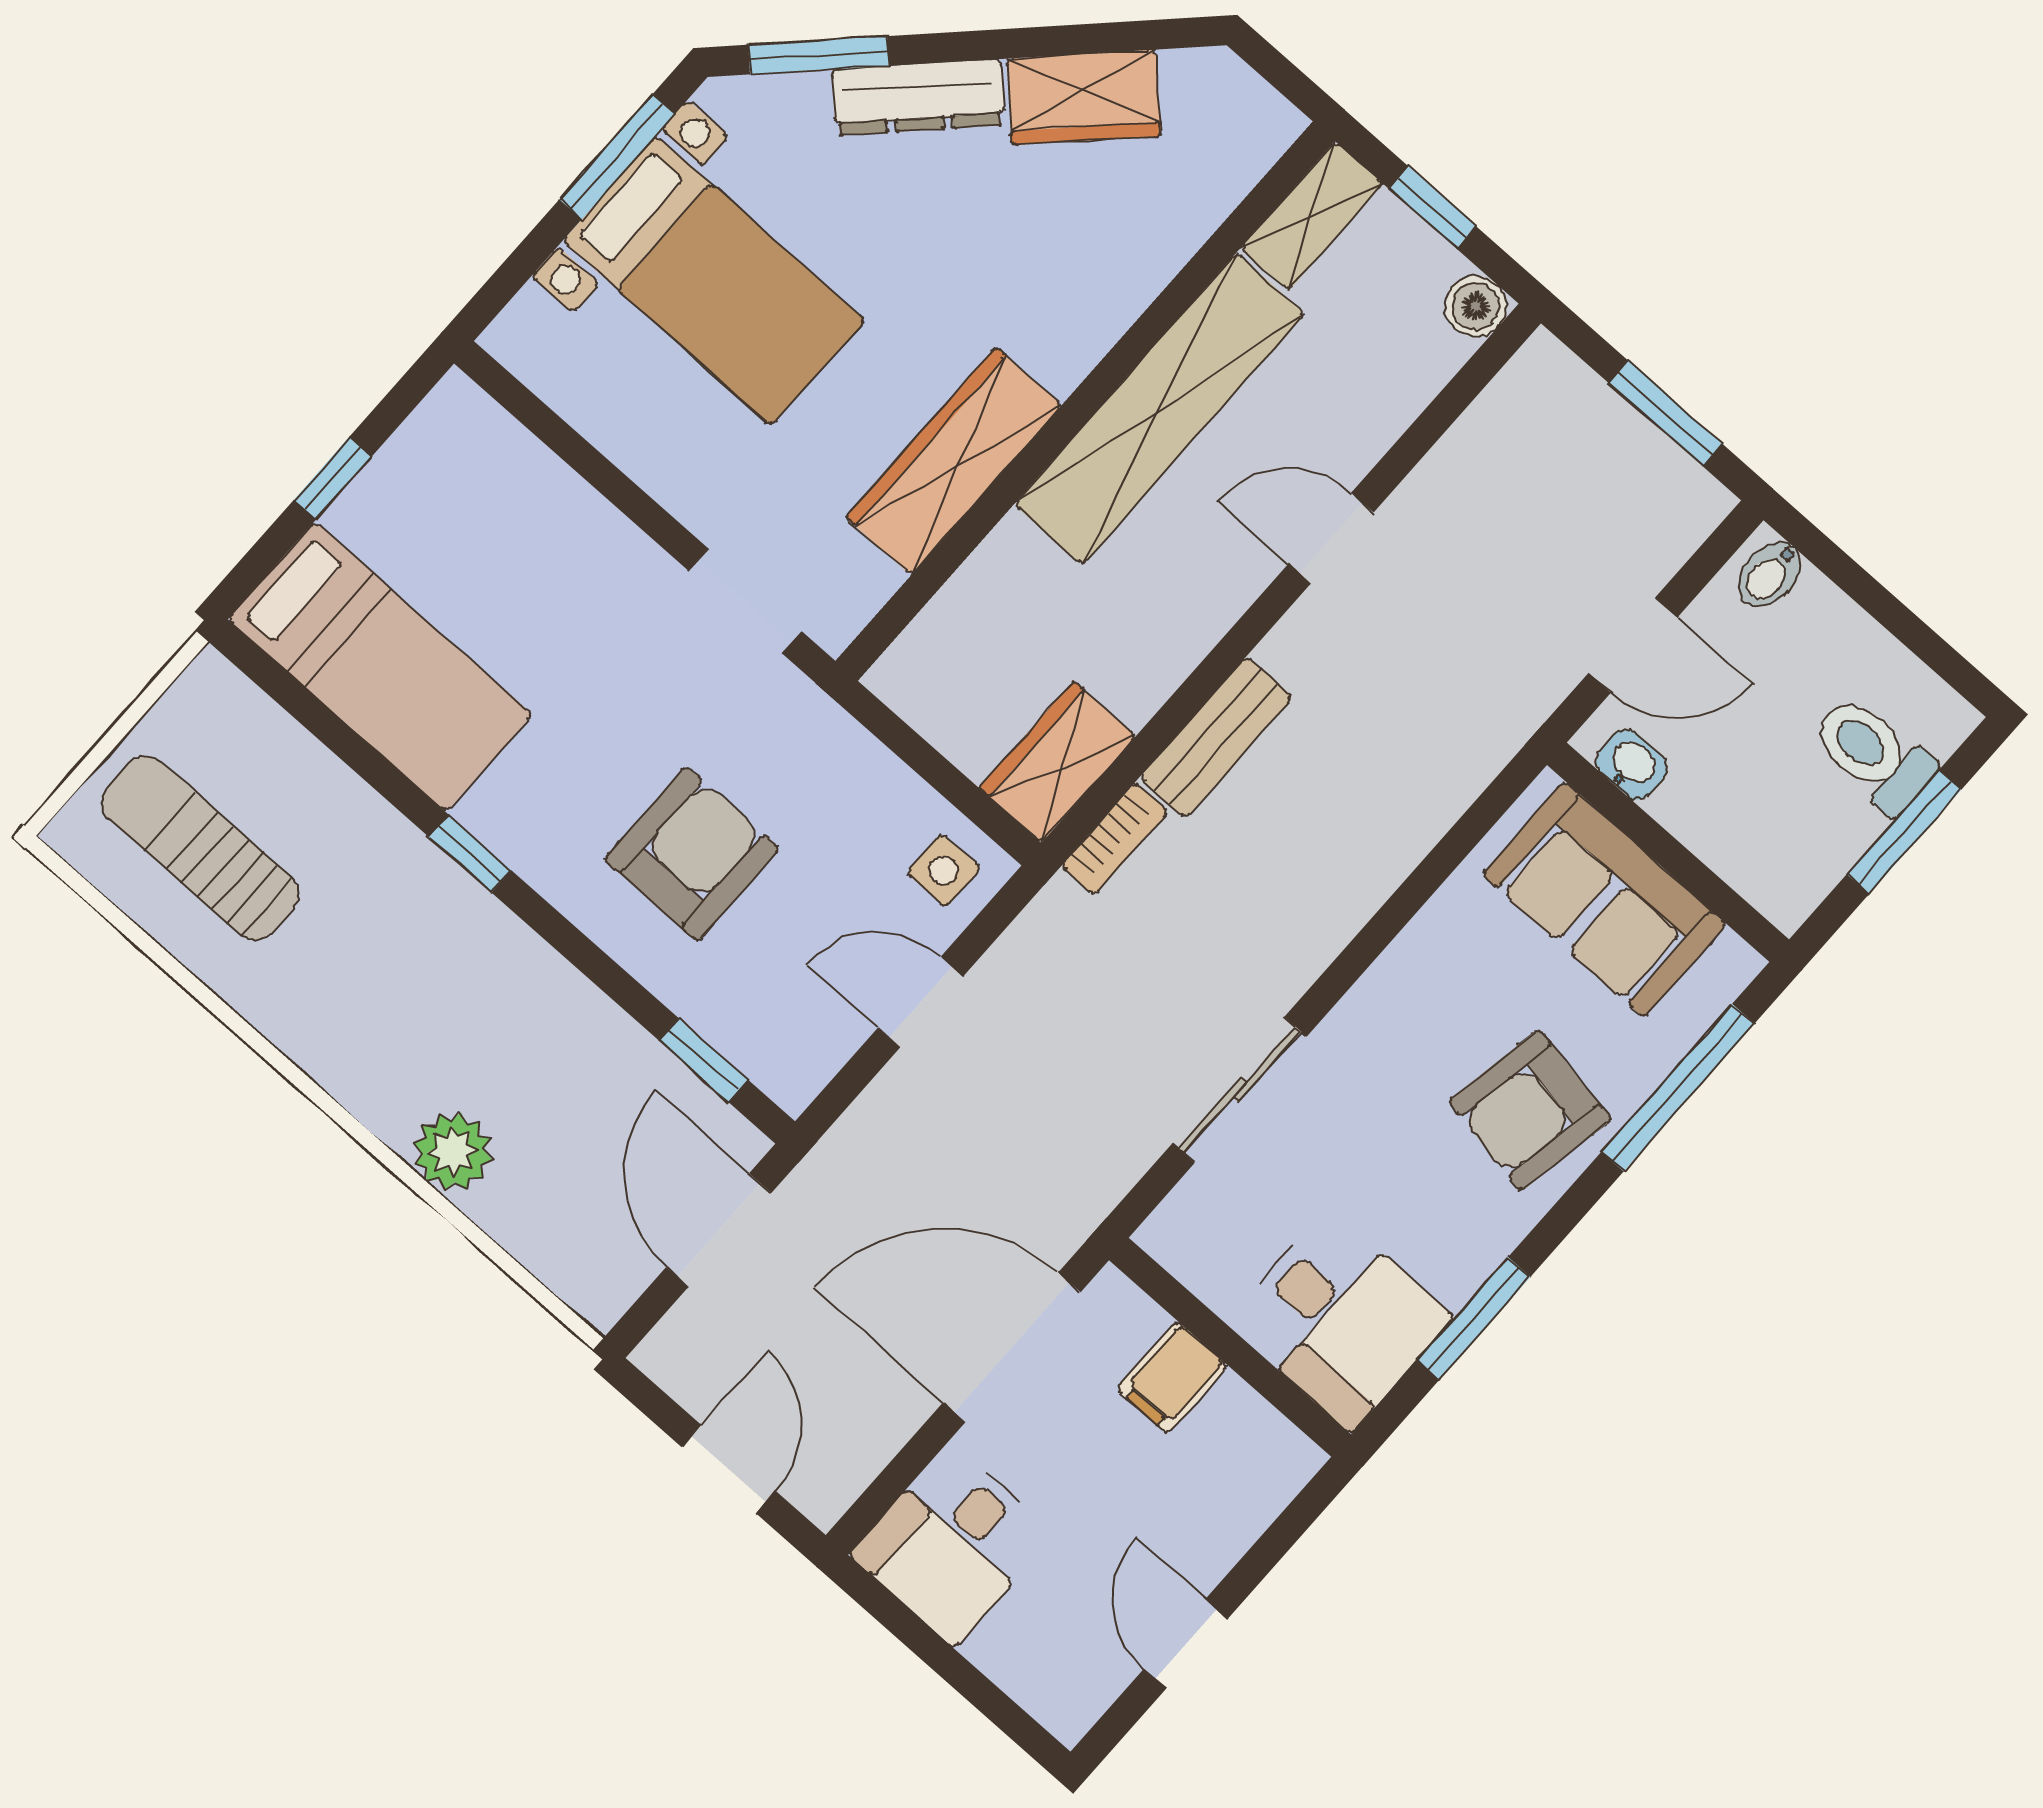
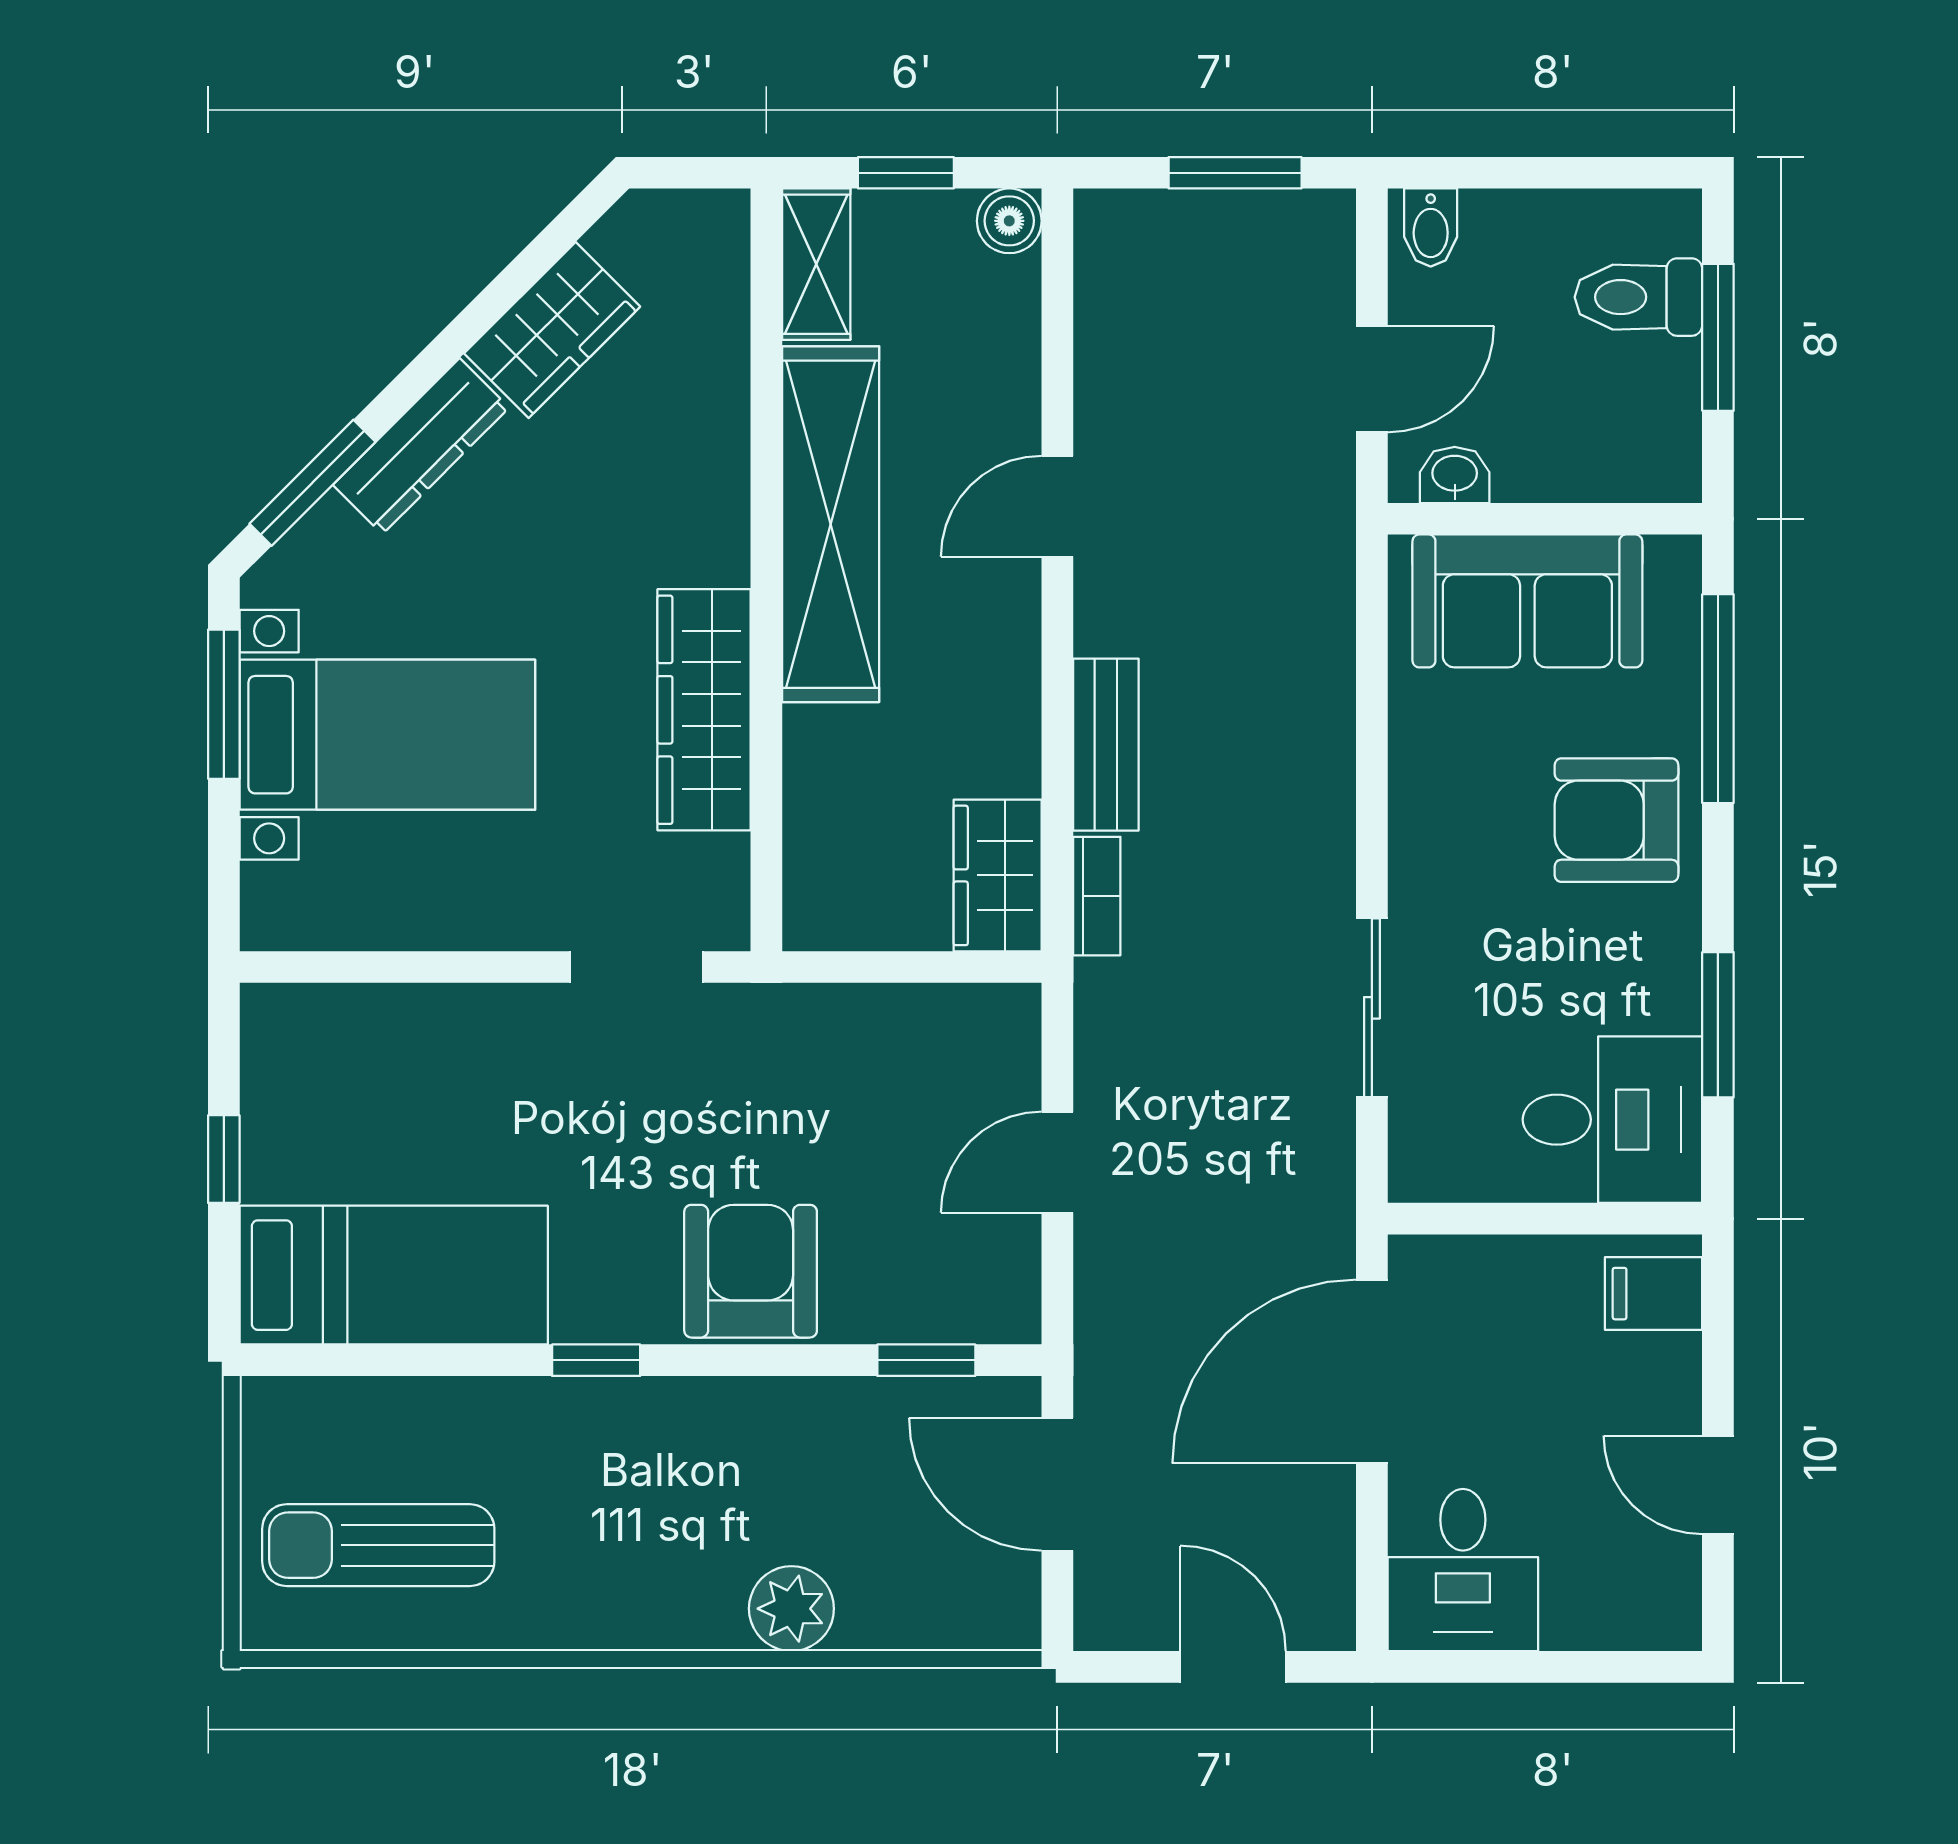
armchair: (692, 854) -> (751, 1271), moved
side table: (944, 871) -> (983, 1041), removed
armchair: (1530, 1110) -> (1617, 820), turned 80
filing cabinet: (1172, 1377) -> (1654, 1294), moved, turned 90

